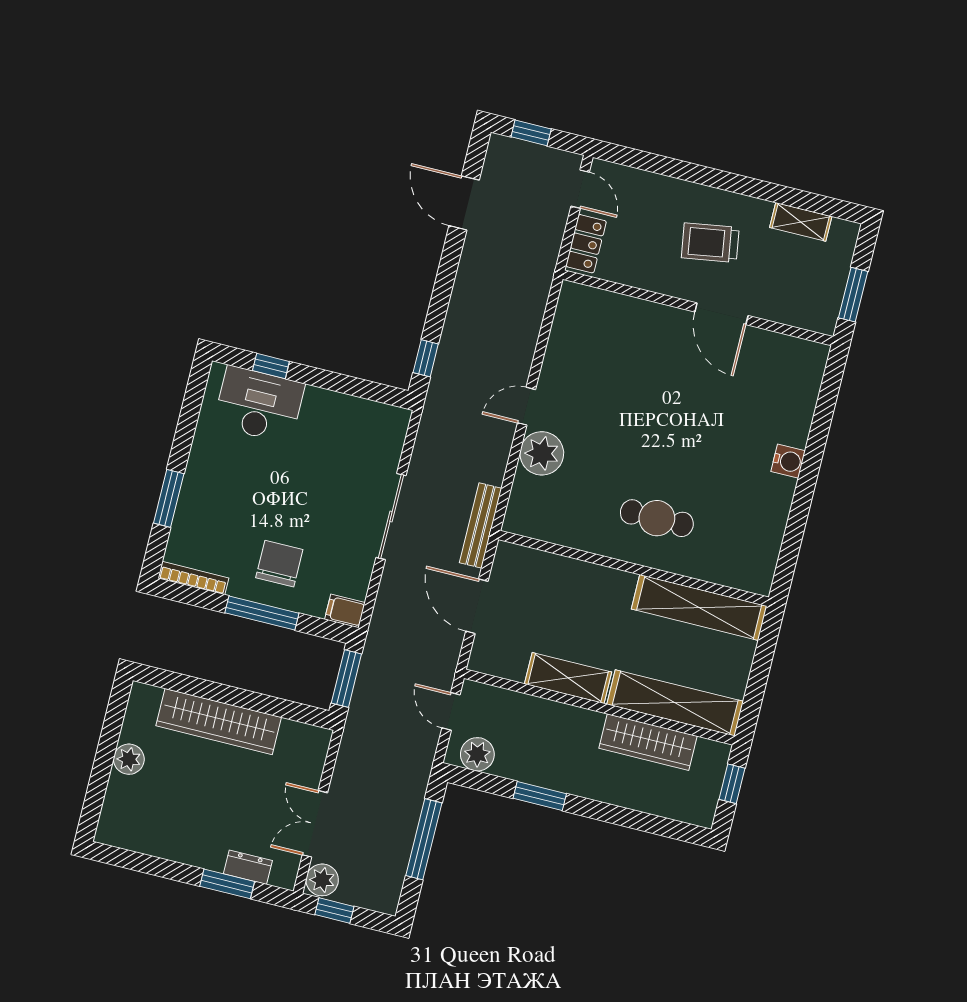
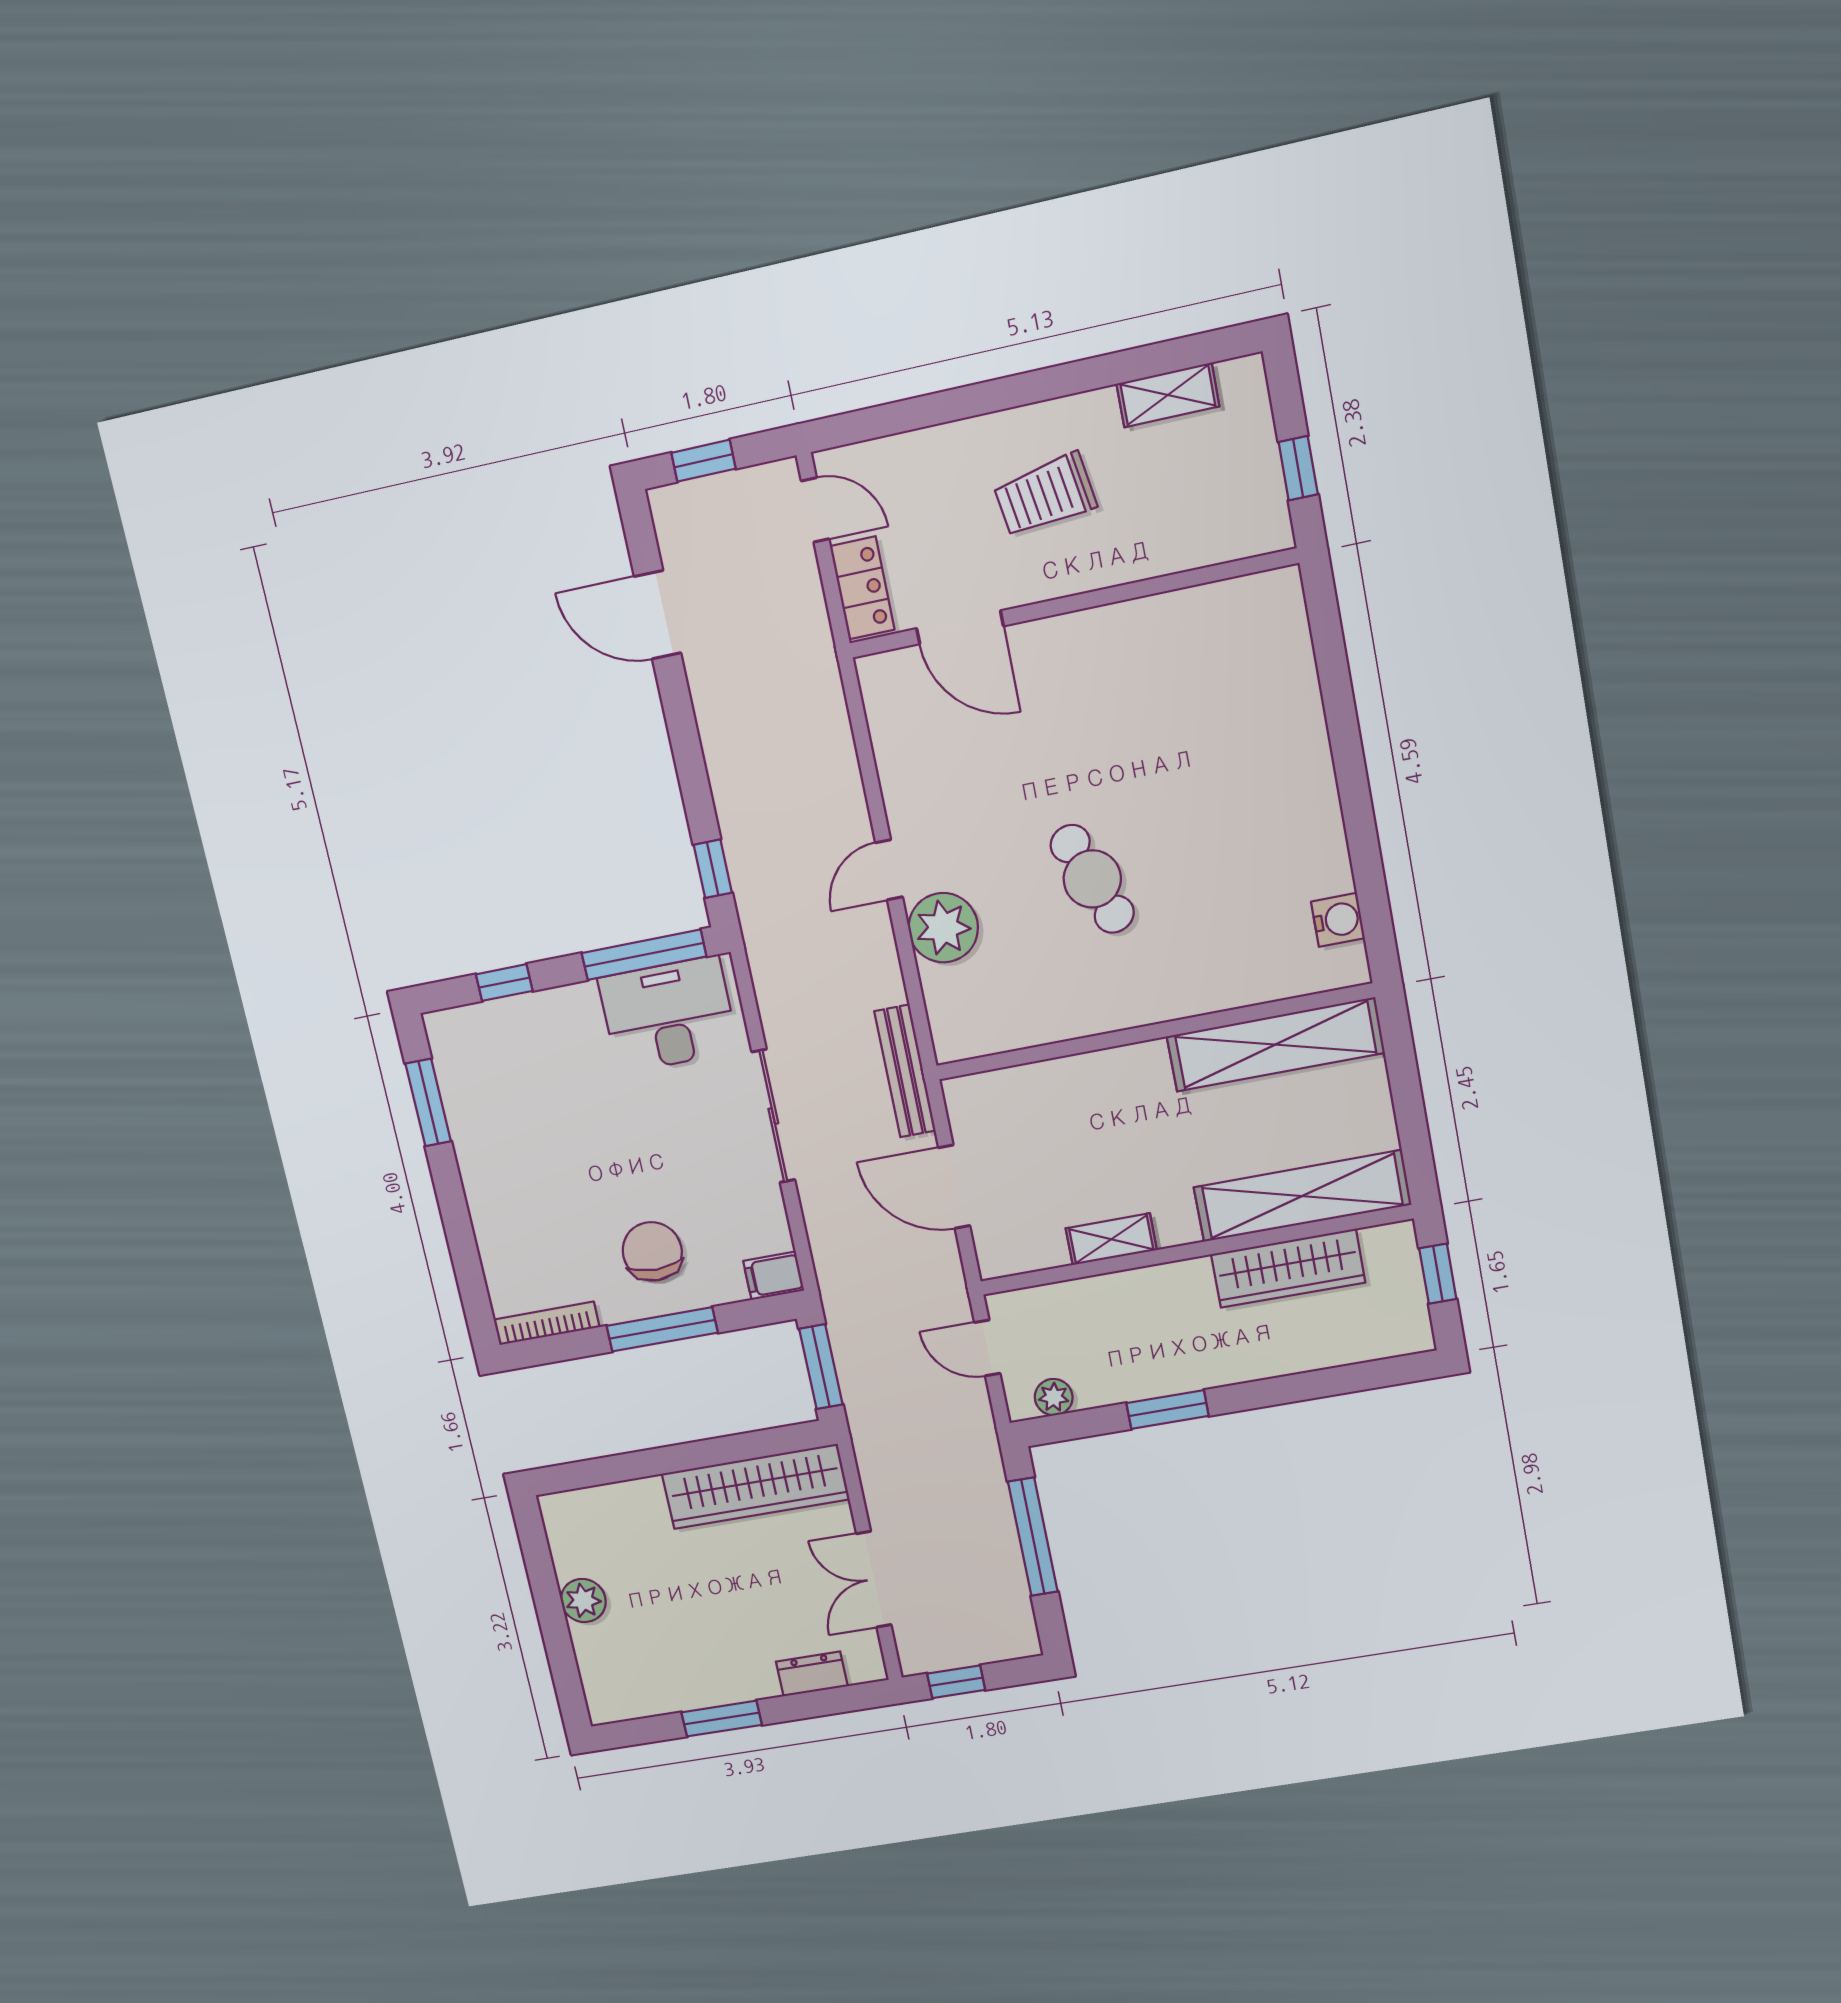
window: (853, 295) -> (1298, 468), width x0.67
door: (721, 314) -> (960, 627), moved
window: (361, 388) -> (644, 955), added
desk: (259, 405) -> (668, 1015), moved
water cooler: (788, 461) -> (1338, 920), moved
window: (169, 498) -> (428, 1103), moved
cafe table: (657, 518) -> (1092, 879), moved, turned 69
shelving: (568, 678) -> (1111, 1239), width x0.67, depth x0.75
wardrobe: (219, 722) -> (755, 1487), moved
plant: (477, 754) -> (1054, 1397), width x0.73, depth x0.73
plant: (322, 880) -> (920, 1649), removed
window: (227, 884) -> (722, 1719), moved

